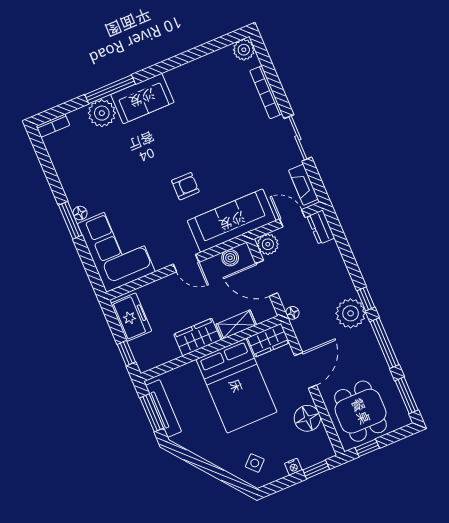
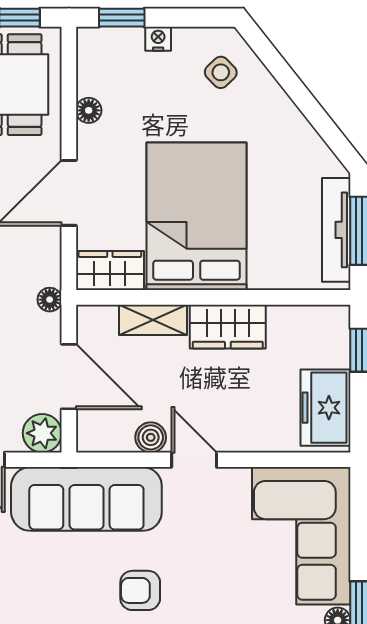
boiler: (230, 258) -> (151, 437), moved
floor lamp: (307, 418) -> (89, 110), width x0.53, depth x0.53

